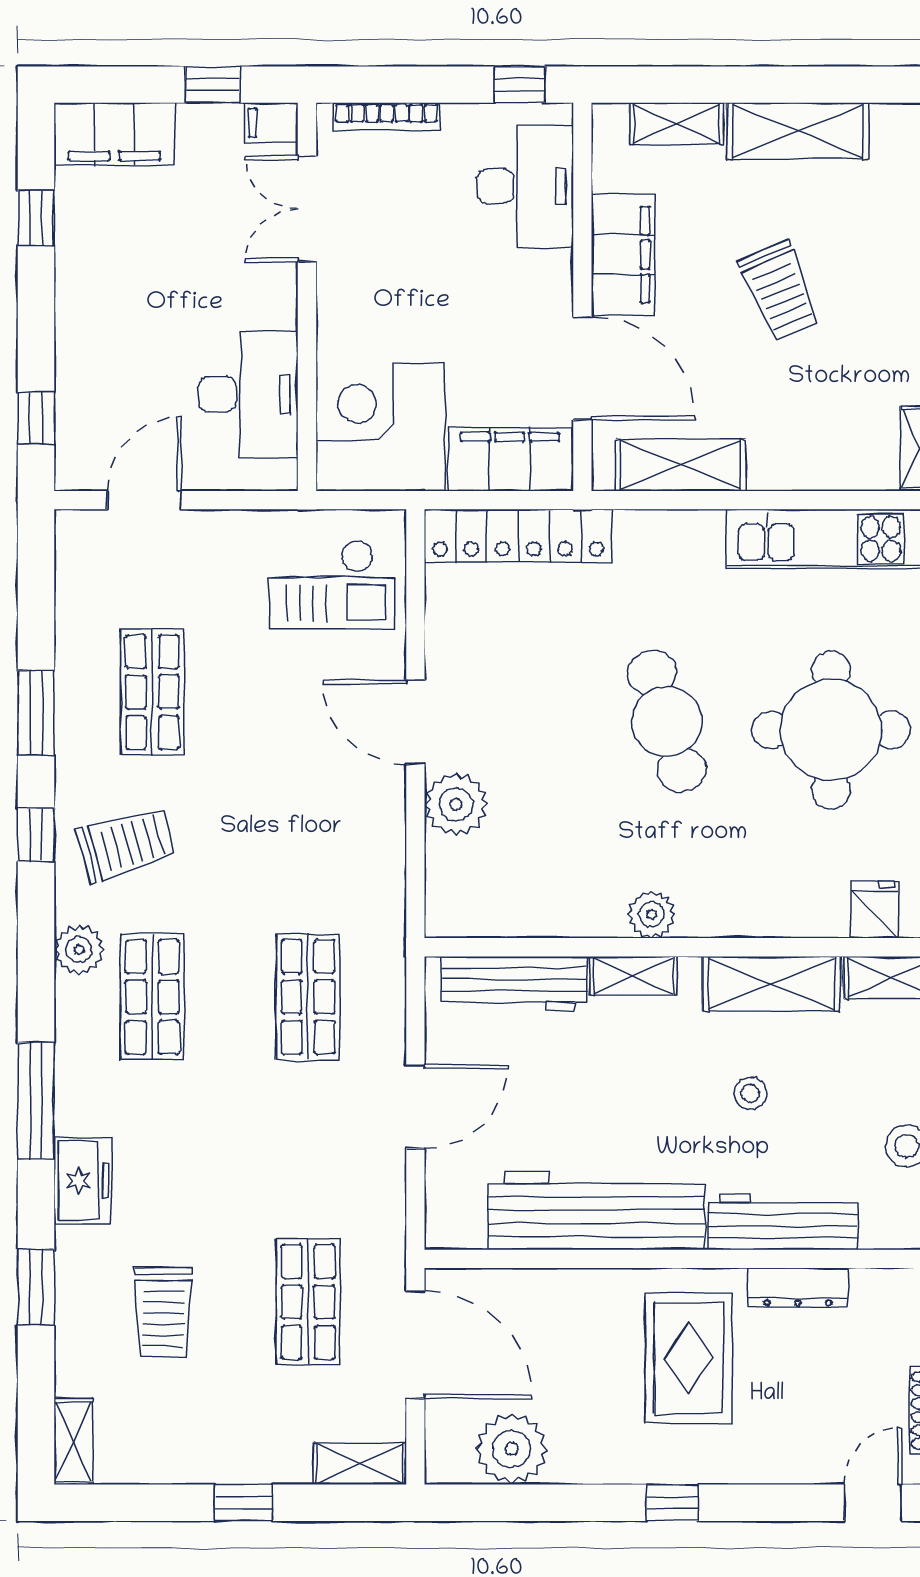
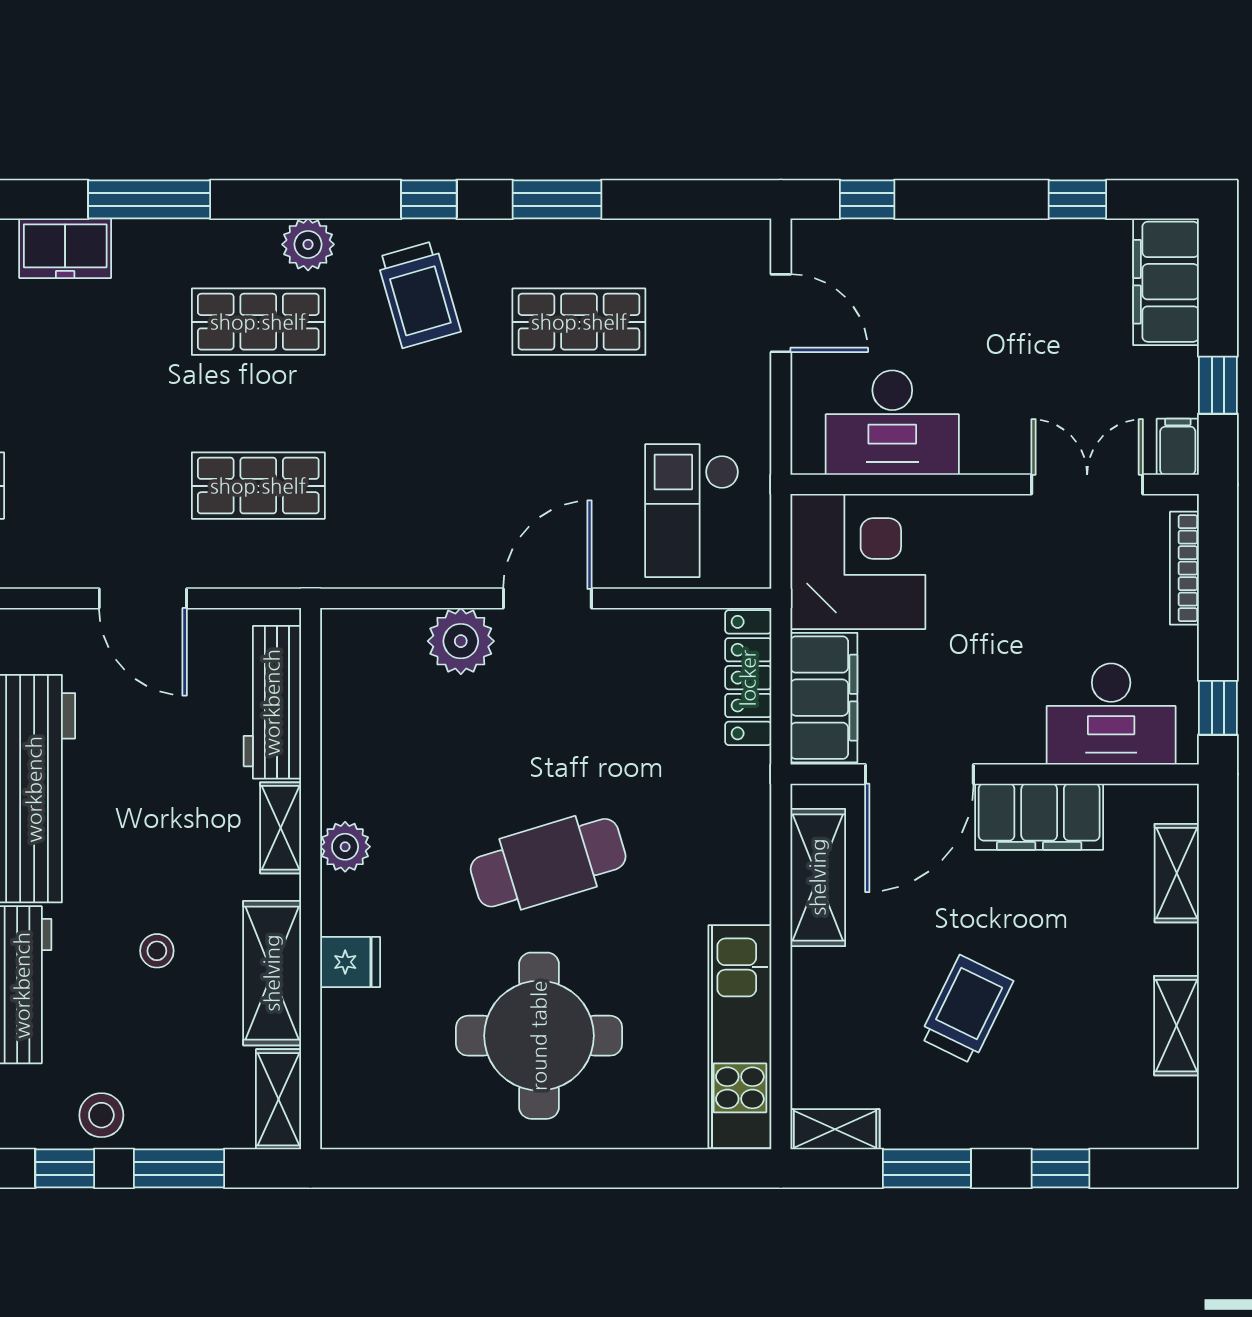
shelving: (798, 131) -> (1176, 1026), width x0.67, depth x0.75
trolley: (780, 291) -> (966, 1009), moved, turned 139
locker: (518, 536) -> (748, 678), width x0.71, depth x0.83
fridge: (874, 910) -> (350, 962), moved

